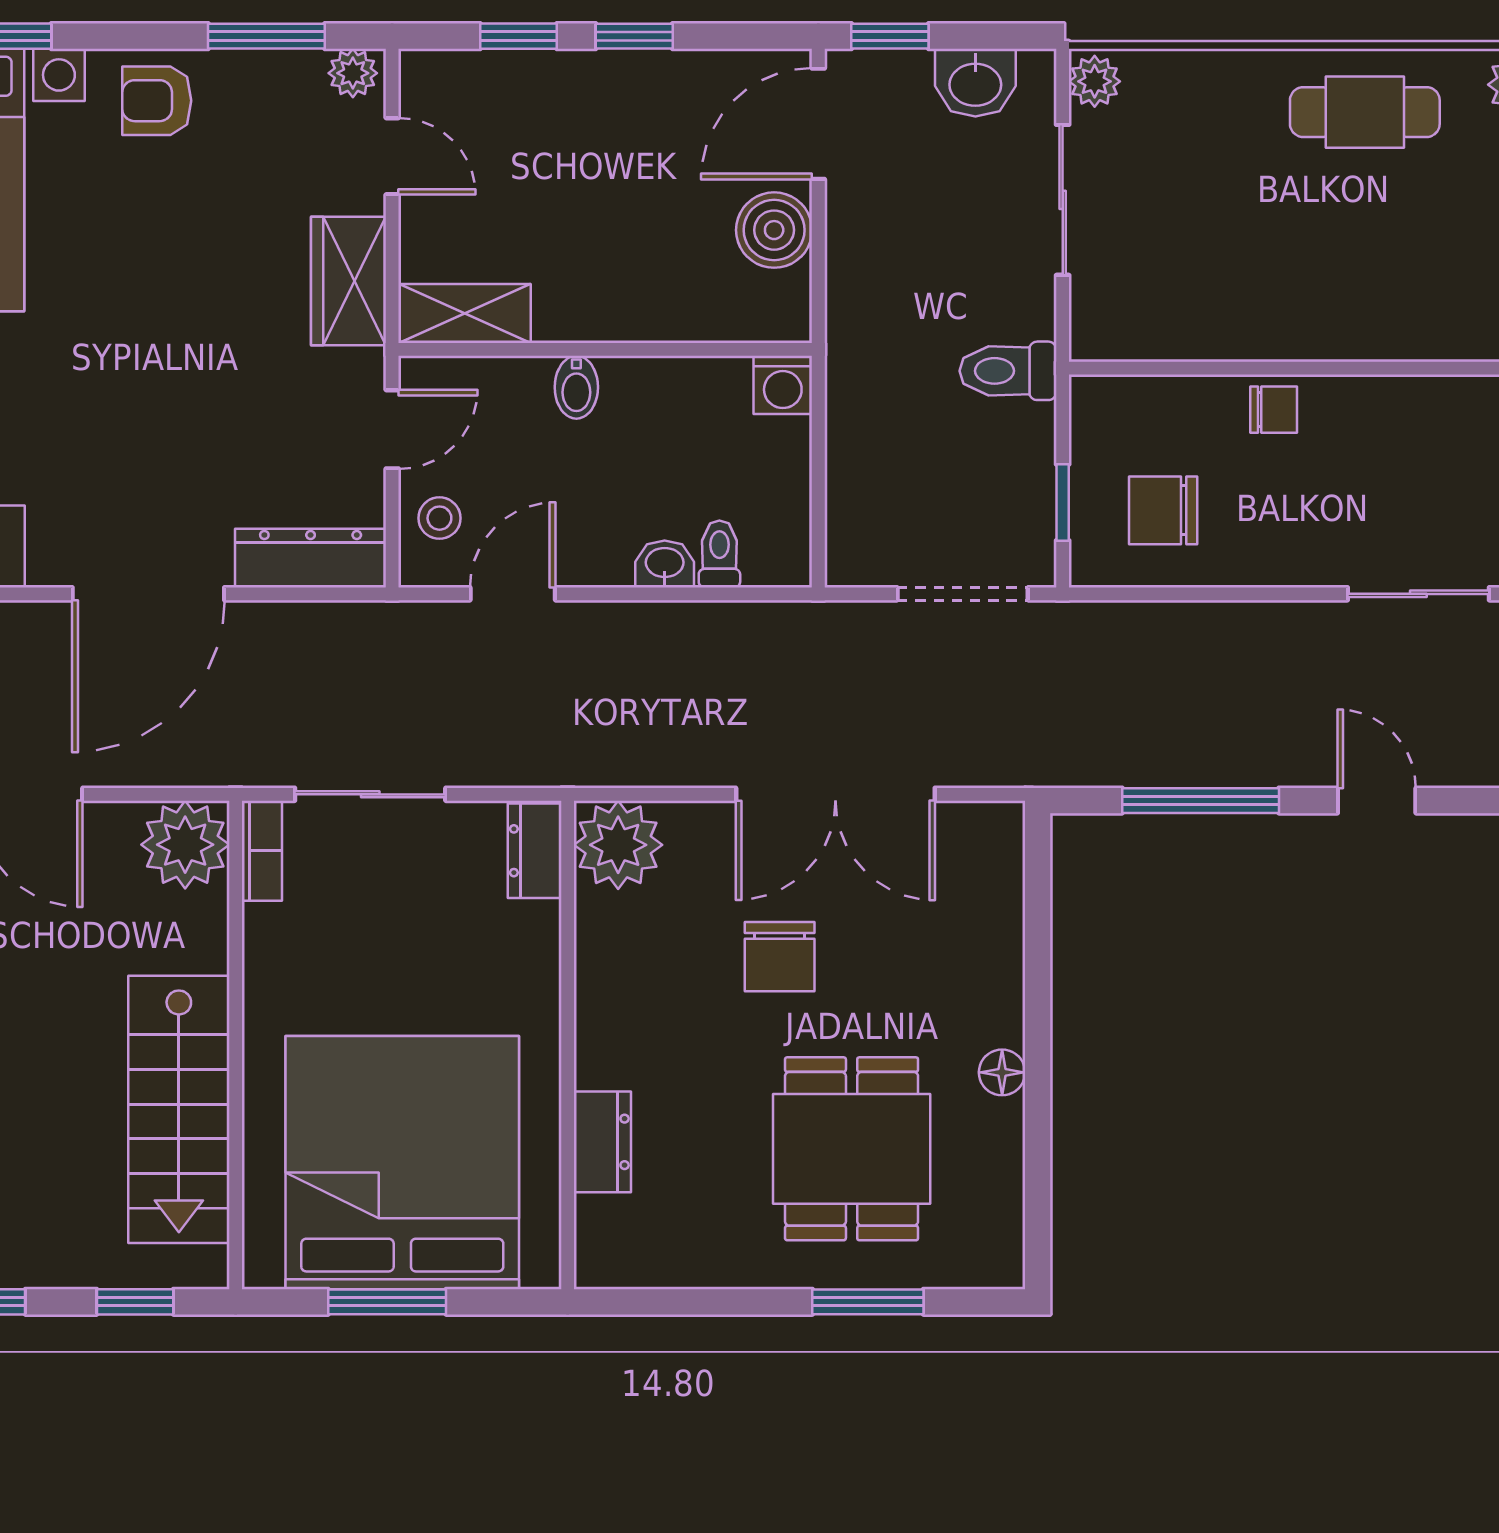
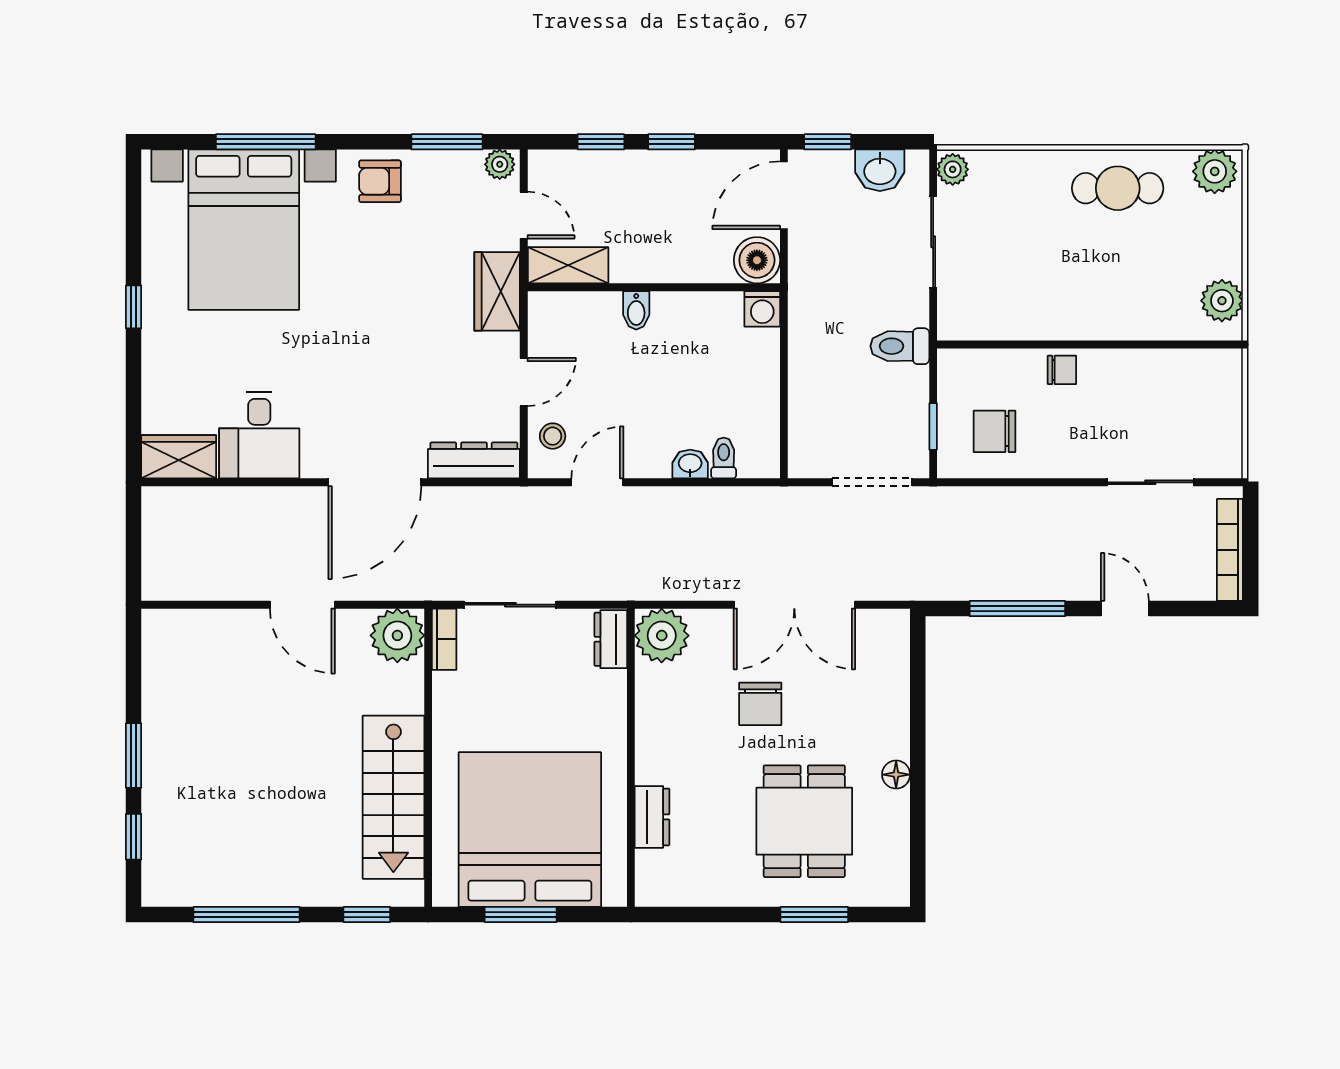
shelving: (465, 314) -> (568, 265), moved
wall: (605, 349) -> (654, 287), moved
washing machine: (783, 385) -> (762, 309), moved
bidet: (576, 387) -> (636, 310), moved

